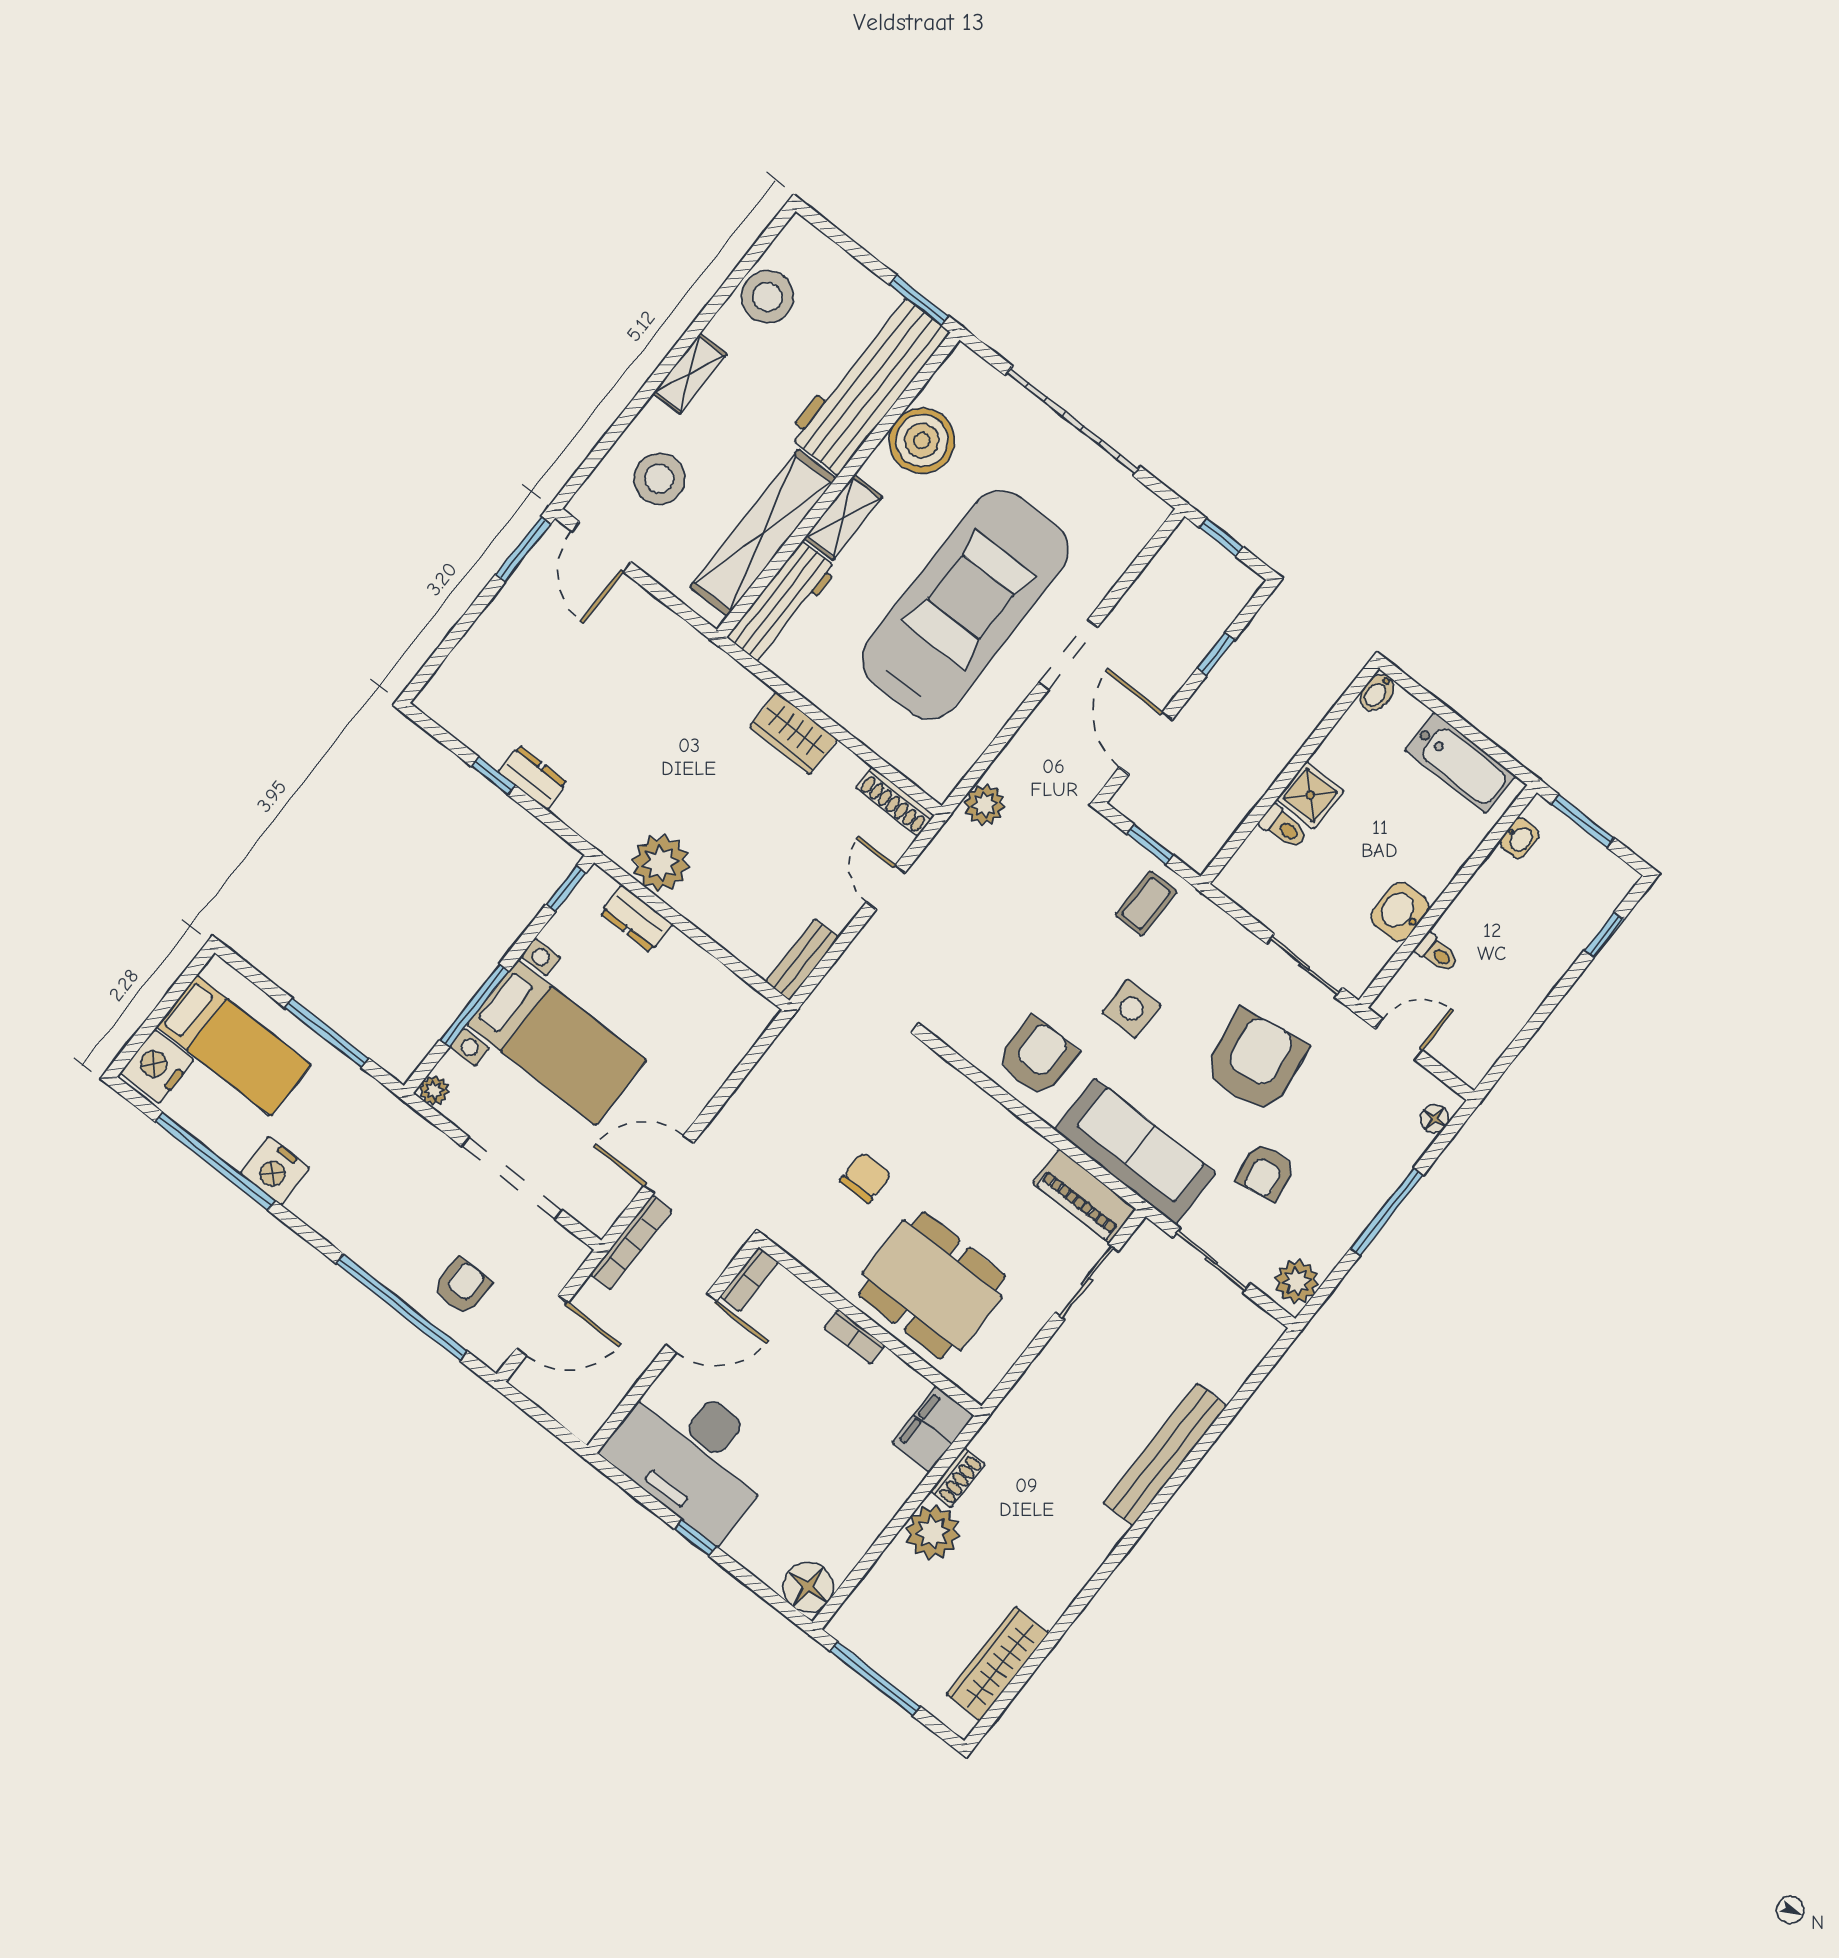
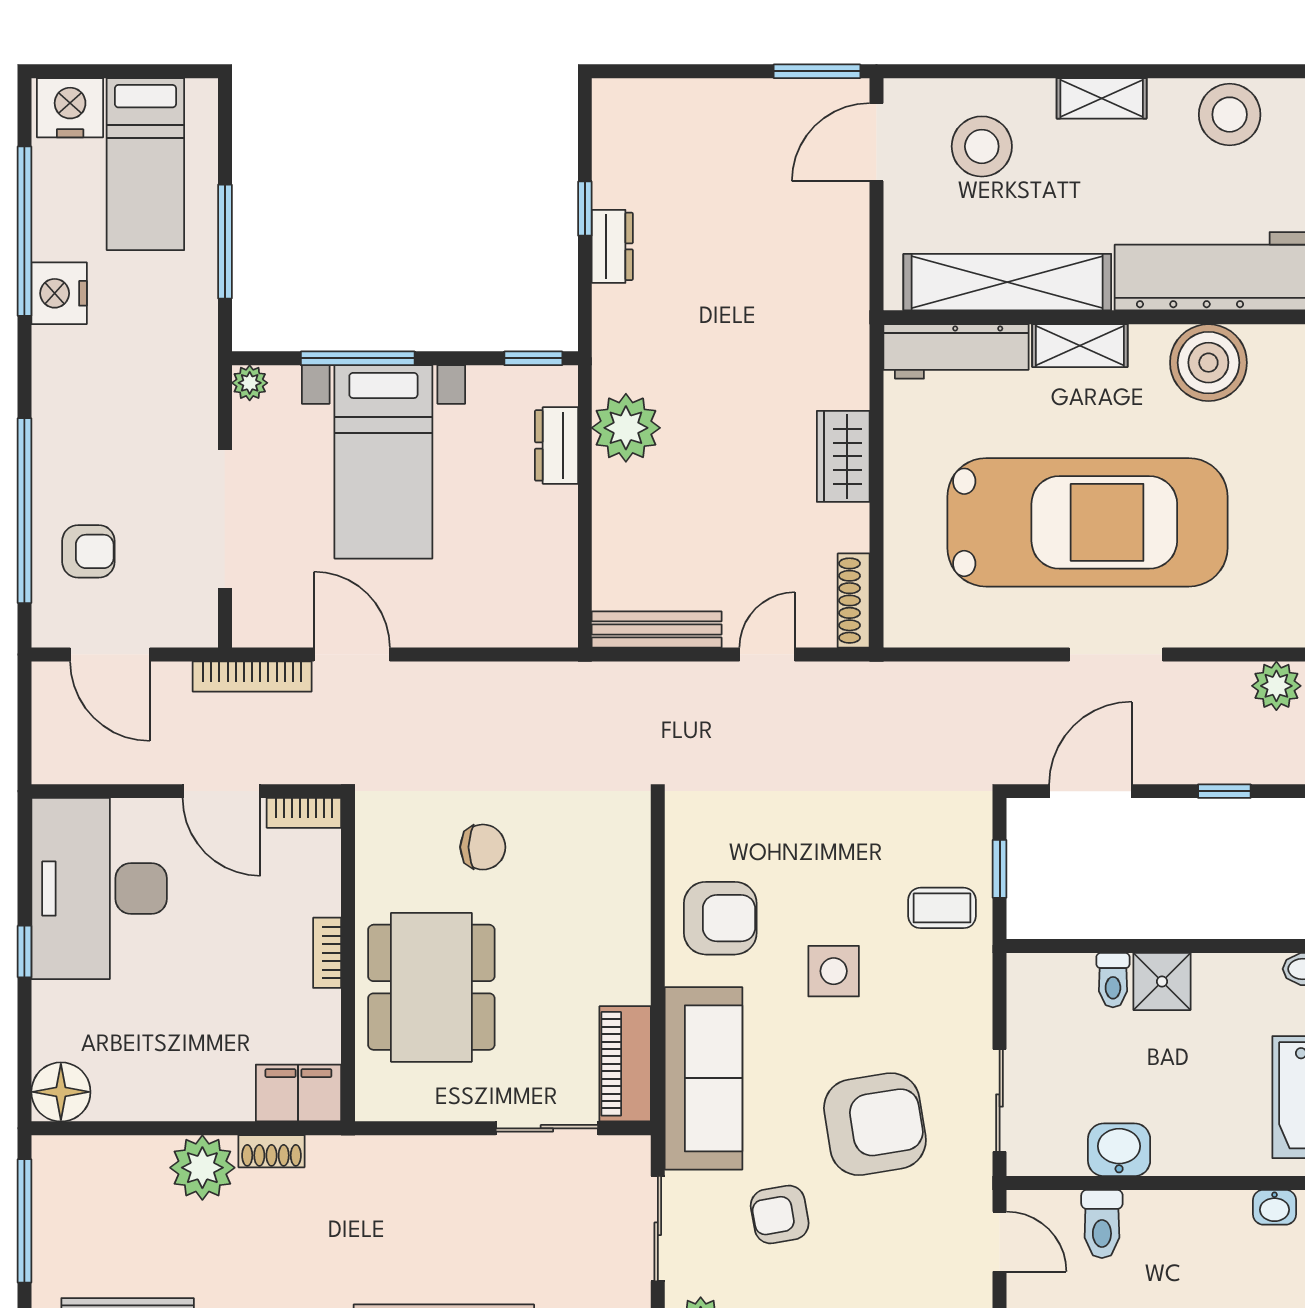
plant: (984, 805) -> (1276, 686), moved
toilet: (1437, 953) -> (1102, 1224), width x1.37, depth x1.39
bench: (802, 960) -> (657, 629), width x1.36

